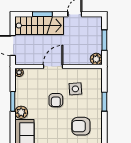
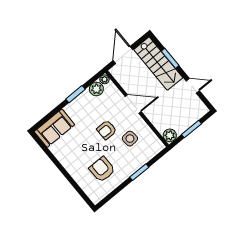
plant: (21, 112) -> (96, 89), moved

